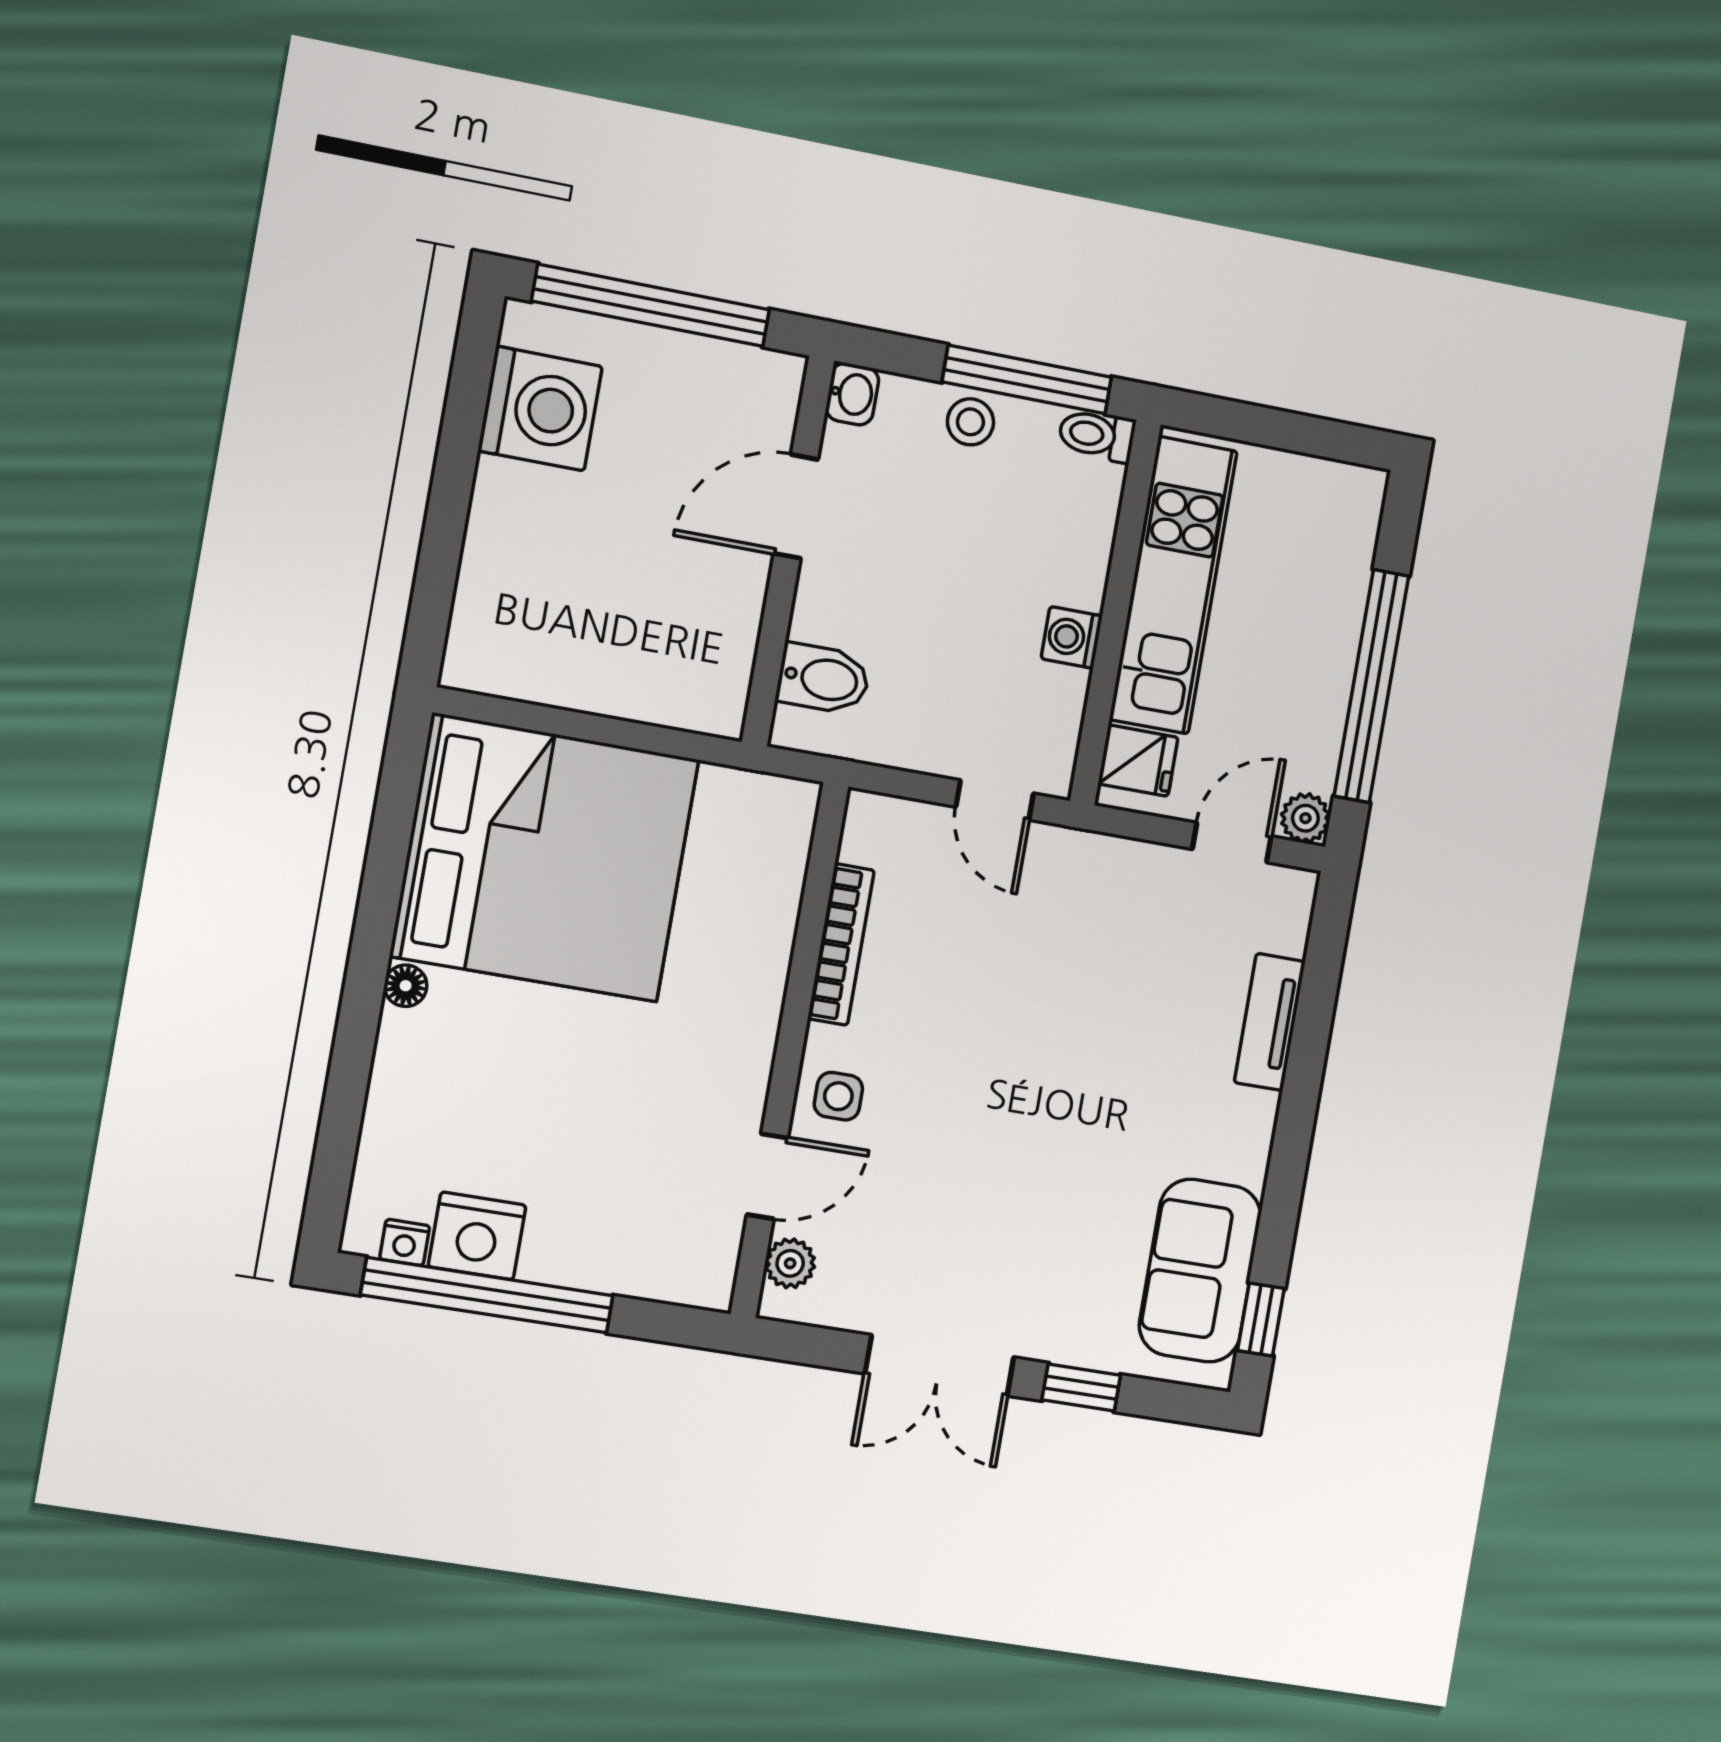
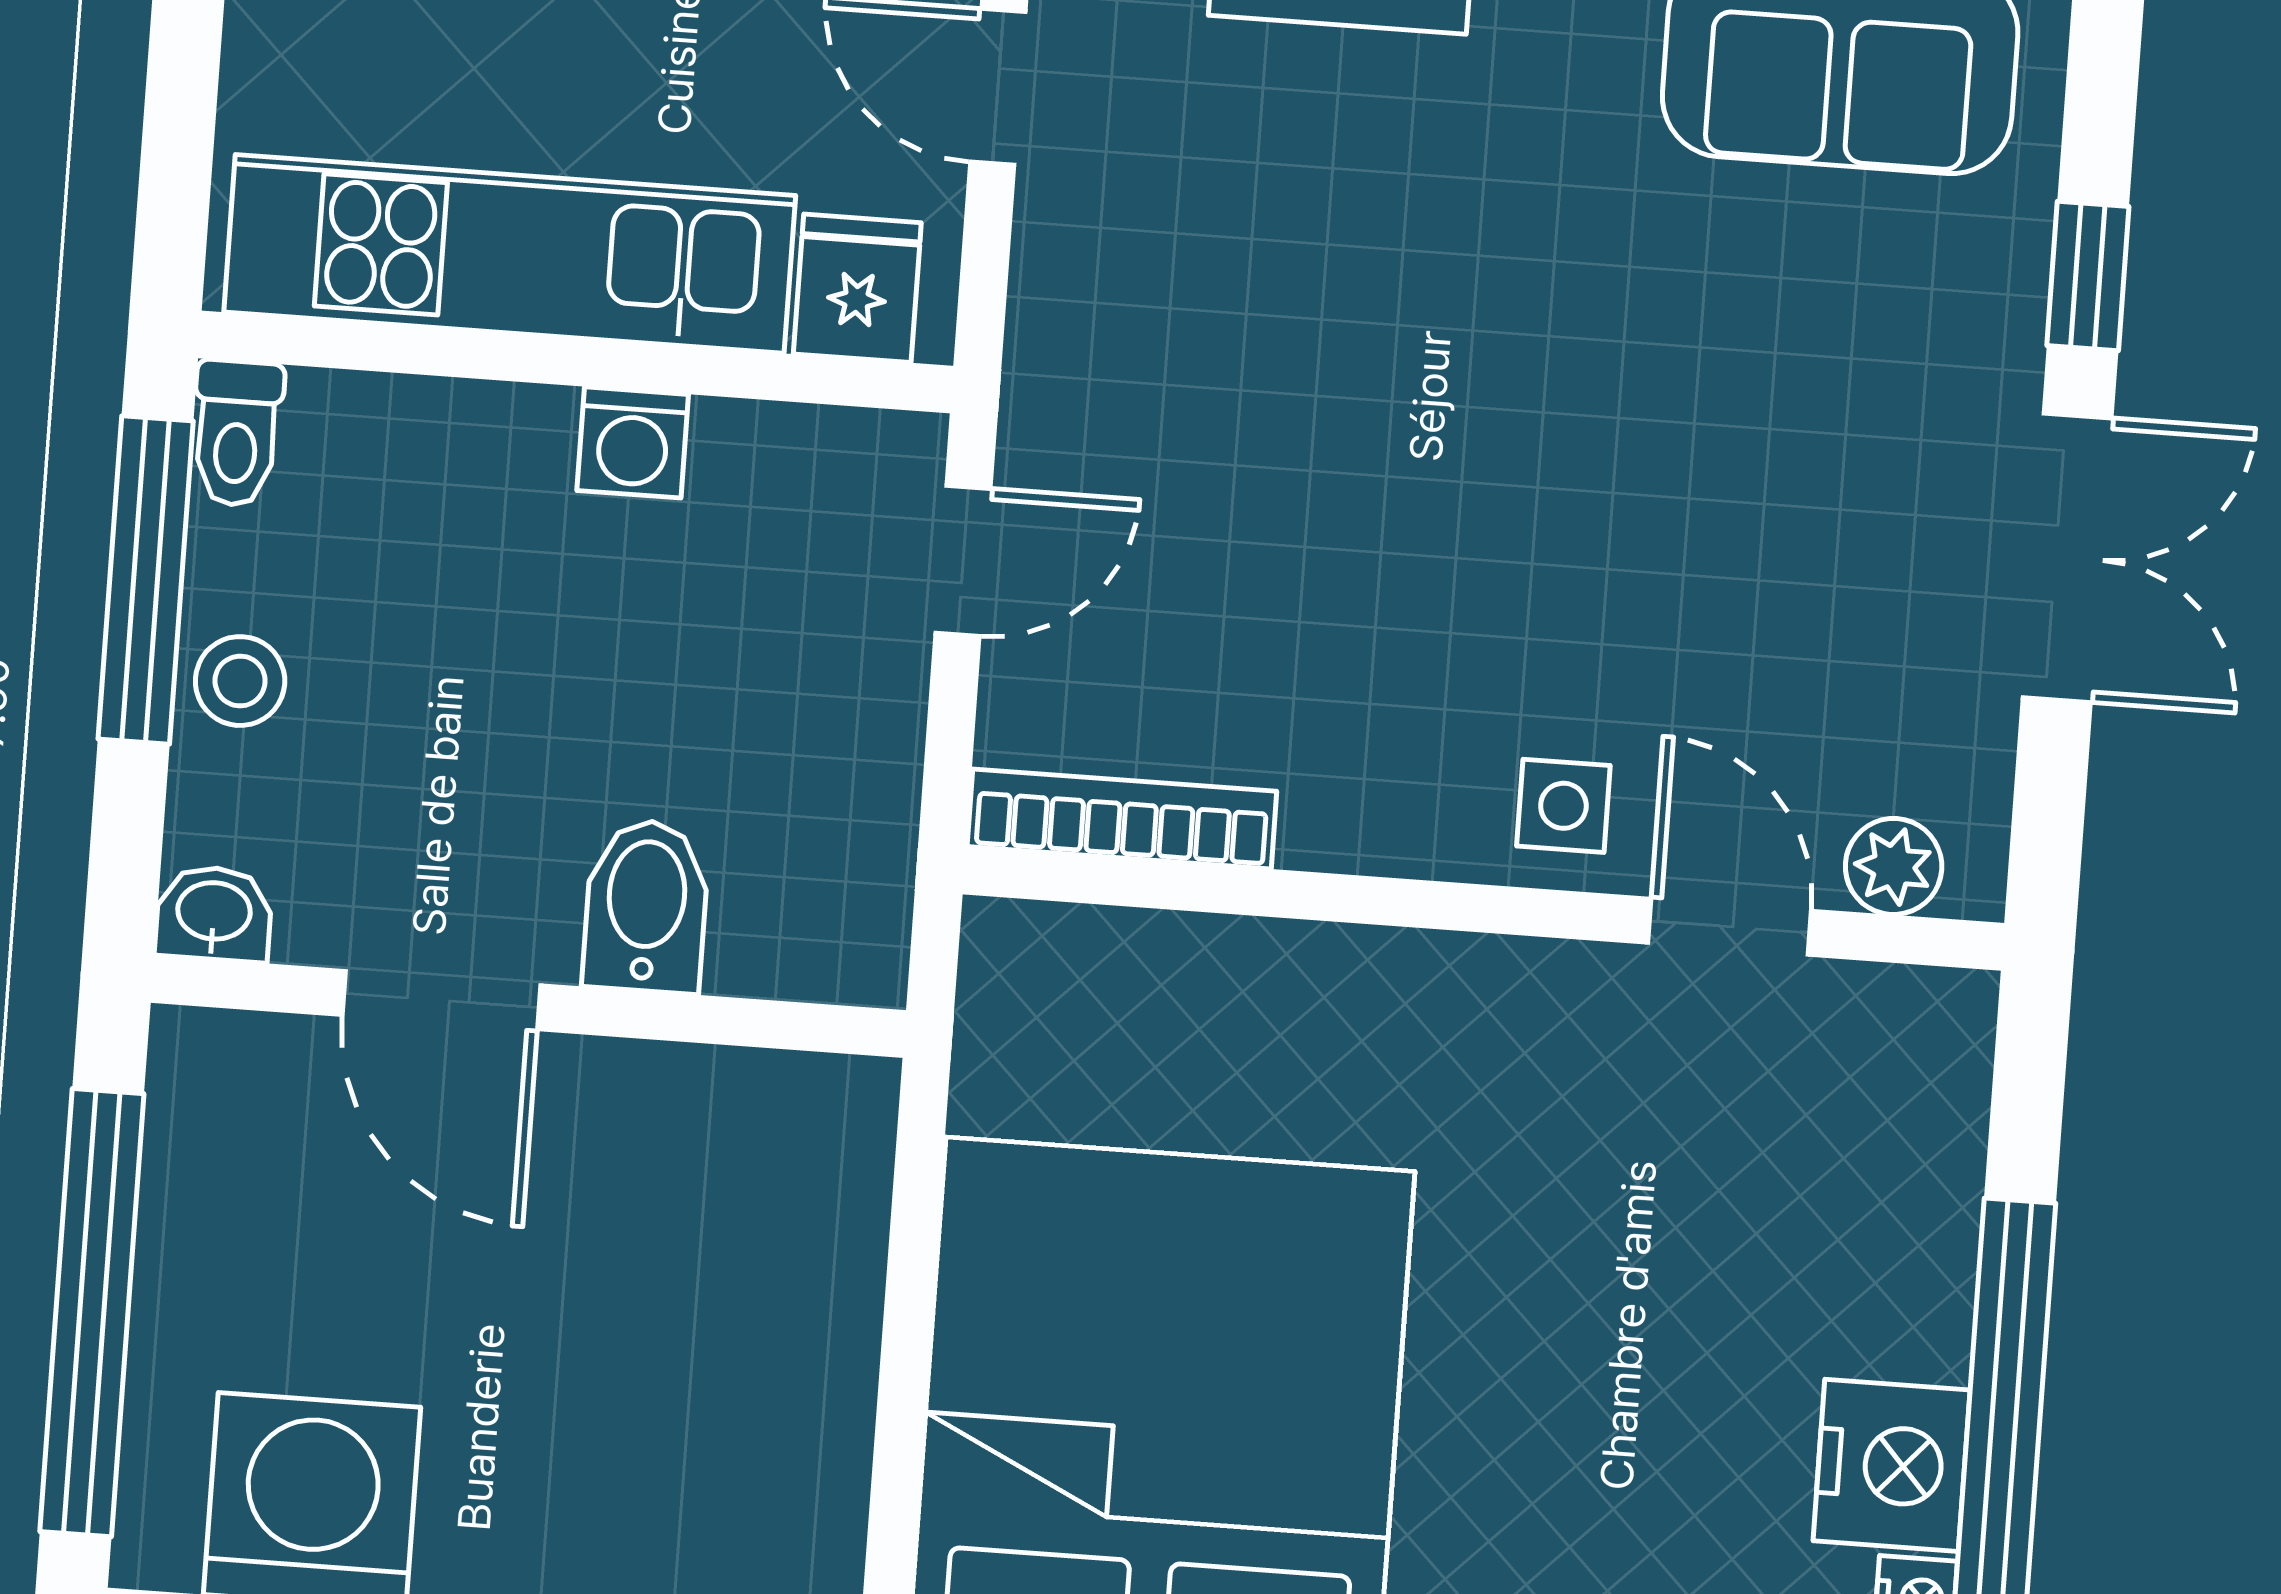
bidet: (823, 679) -> (646, 906), moved
bookcase: (841, 944) -> (1122, 819), moved

